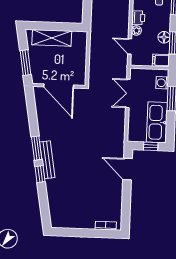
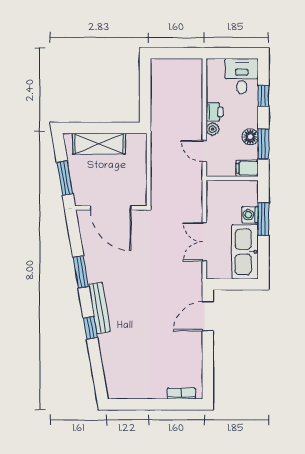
washing machine: (162, 83) -> (250, 215), moved
double door: (128, 93) -> (204, 242), moved
window: (151, 146) -> (238, 284), removed
window: (37, 148) -> (81, 272), moved
door: (127, 169) -> (208, 316), hinge flipped

